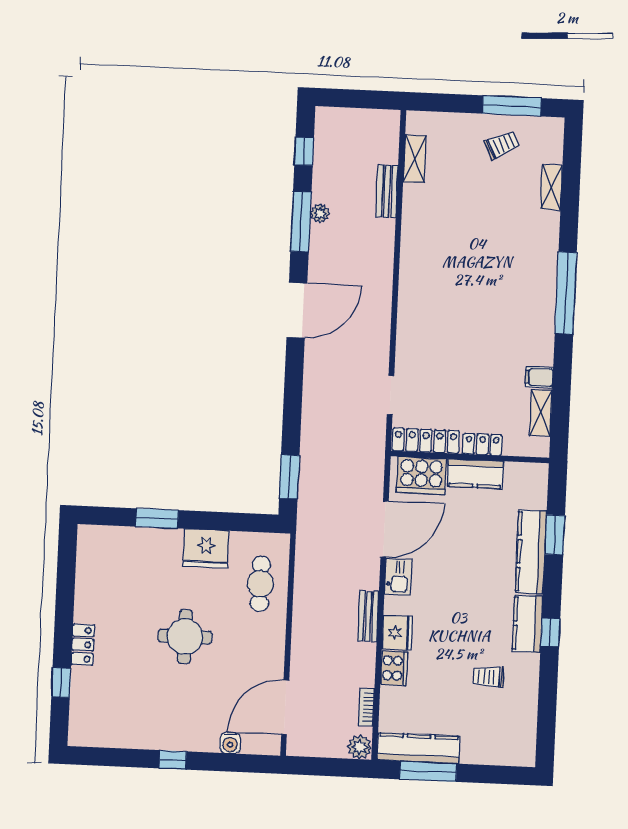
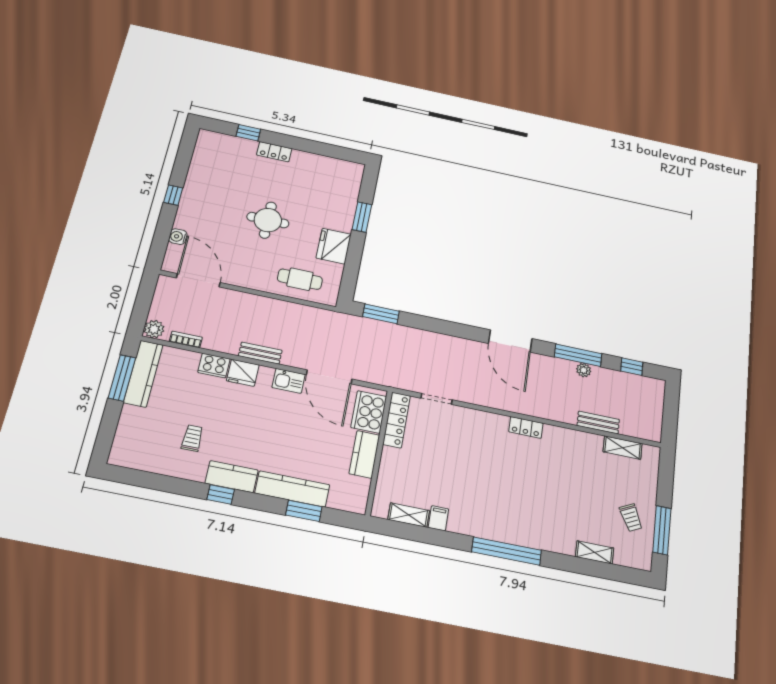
locker: (482, 444) -> (526, 427), moved, turned 90

